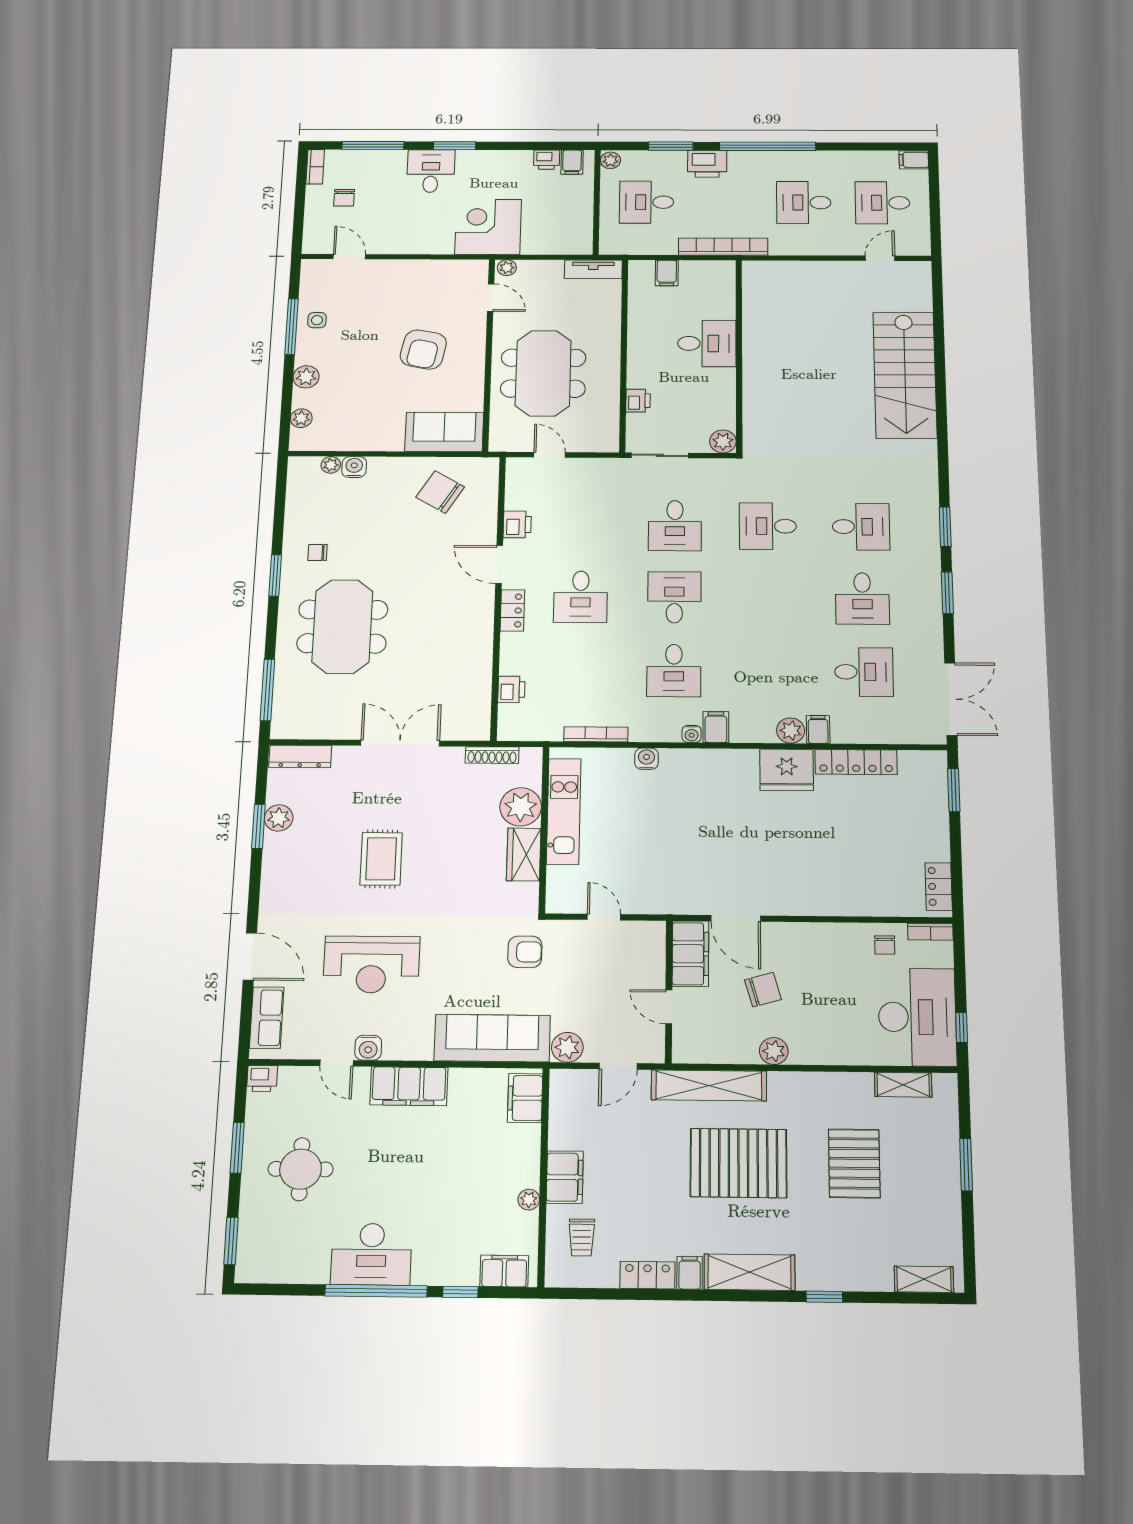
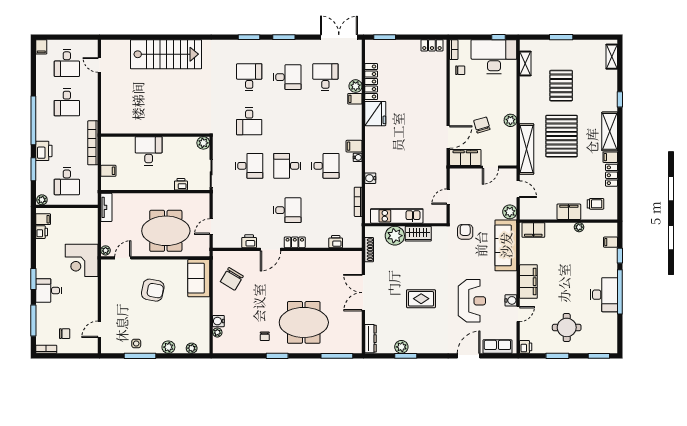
plant: (791, 731) -> (356, 86), moved
pallet: (854, 1163) -> (561, 86), turned 90
filing cabinet: (504, 1271) -> (611, 242), width x0.50

